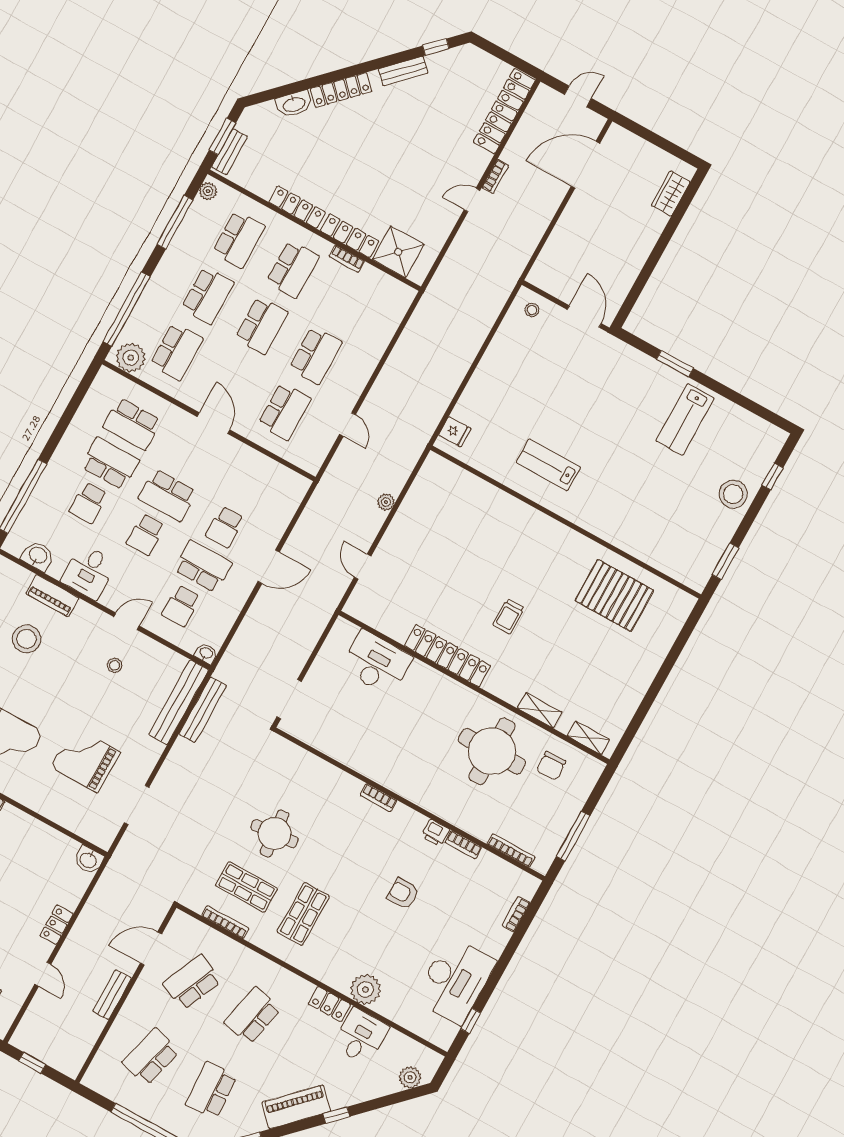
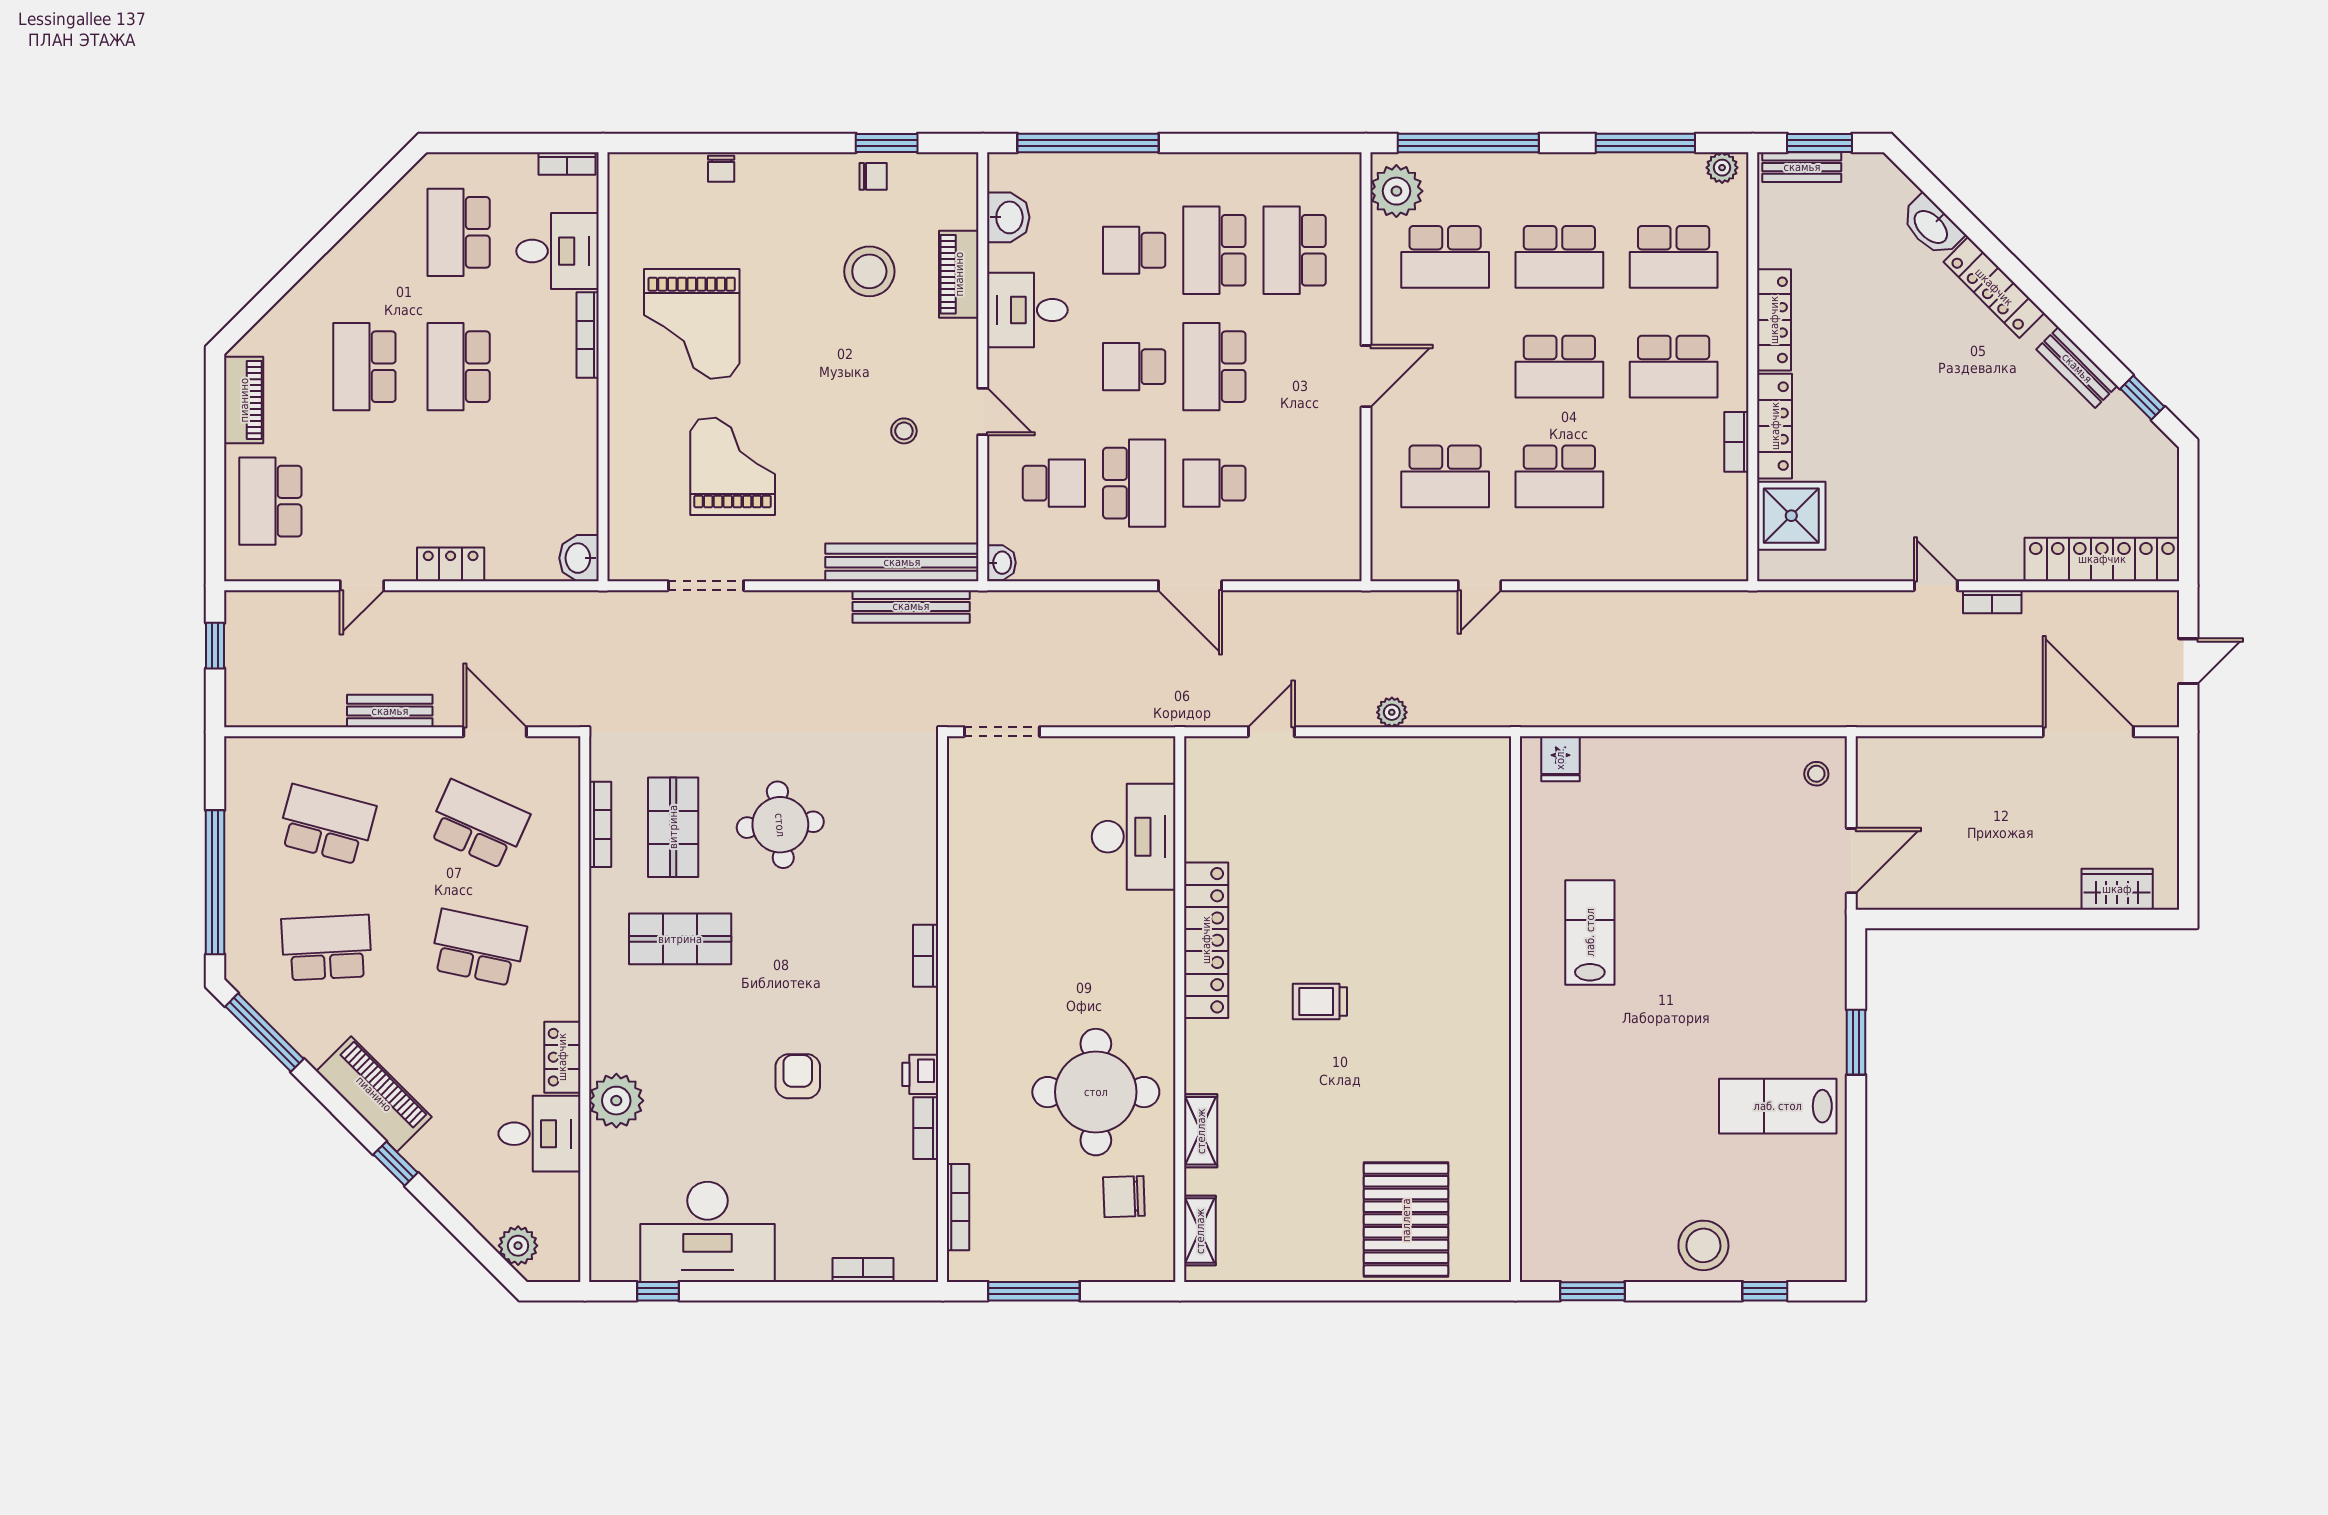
door: (578, 96) -> (2188, 661), hinge flipped
school desk: (110, 463) -> (1214, 250), turned 180
pallet: (614, 595) -> (1406, 1220), moved
school desk: (181, 606) -> (1054, 483), turned 180

